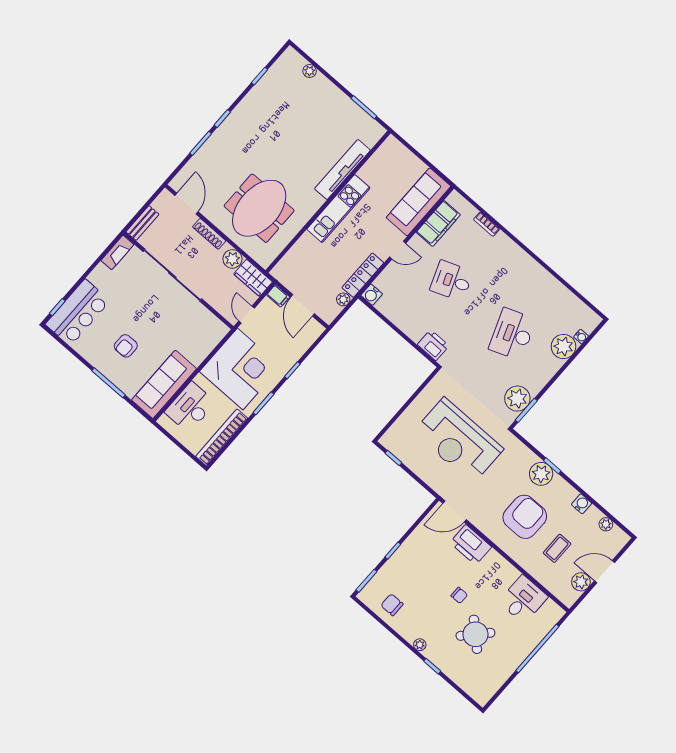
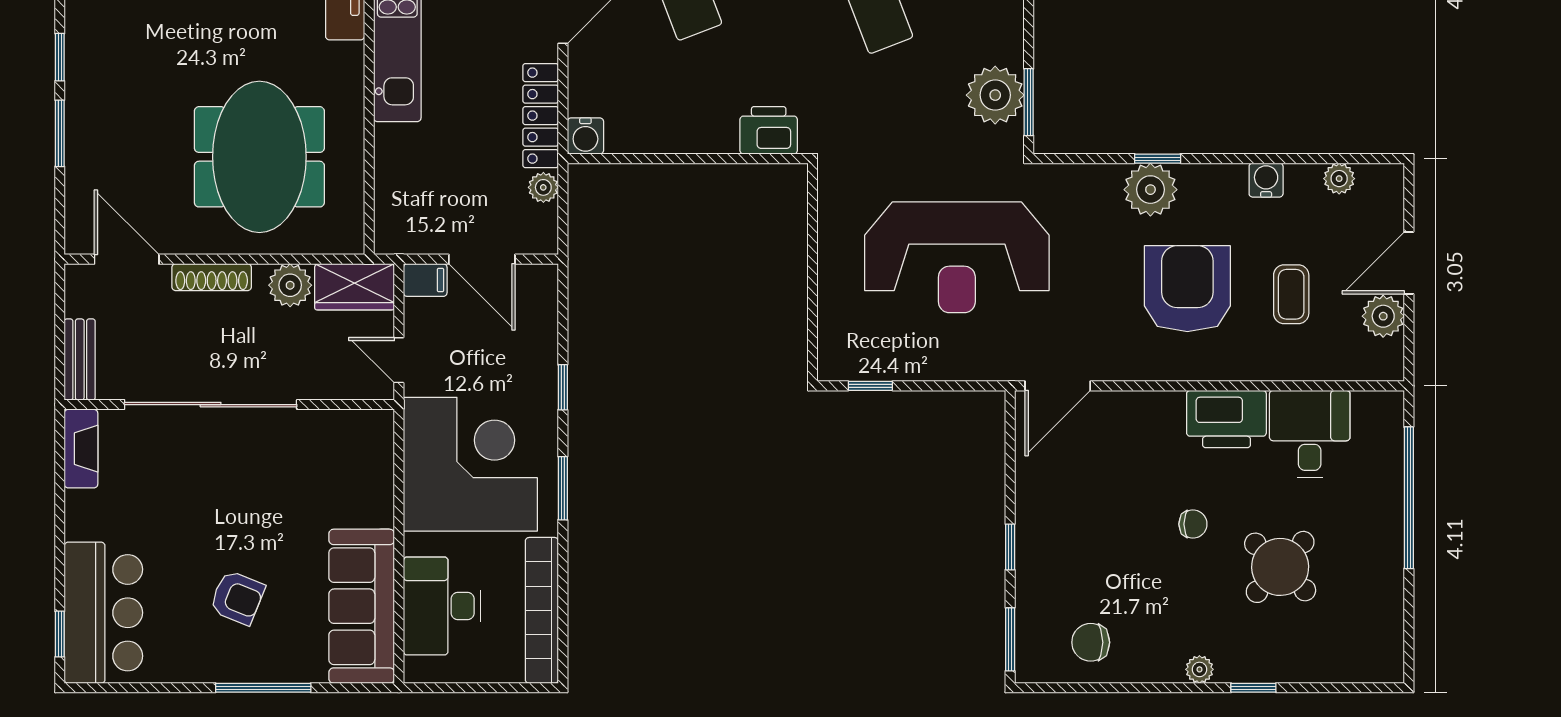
armchair: (126, 346) -> (237, 598), turned -68
printer: (471, 545) -> (1226, 419), moved

